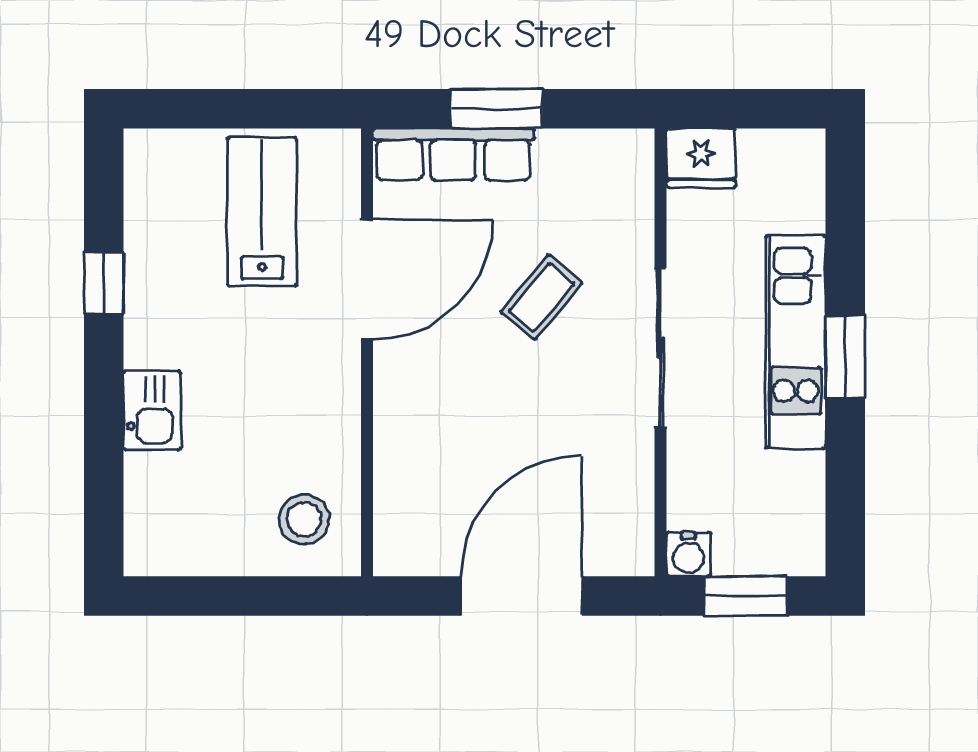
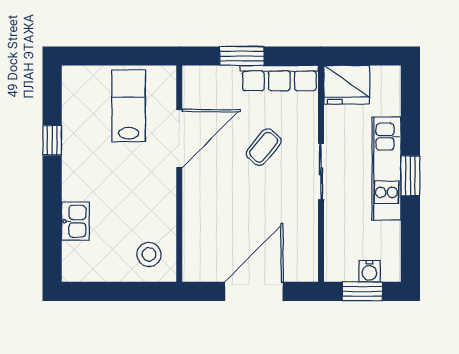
row of seats: (453, 154) -> (279, 78), moved
fridge: (701, 158) -> (347, 85), width x1.36, depth x1.34
sliding door: (660, 348) -> (321, 171), width x0.73
kitchen sink: (152, 410) -> (75, 221), moved
water cooler: (688, 554) -> (370, 271), moved

